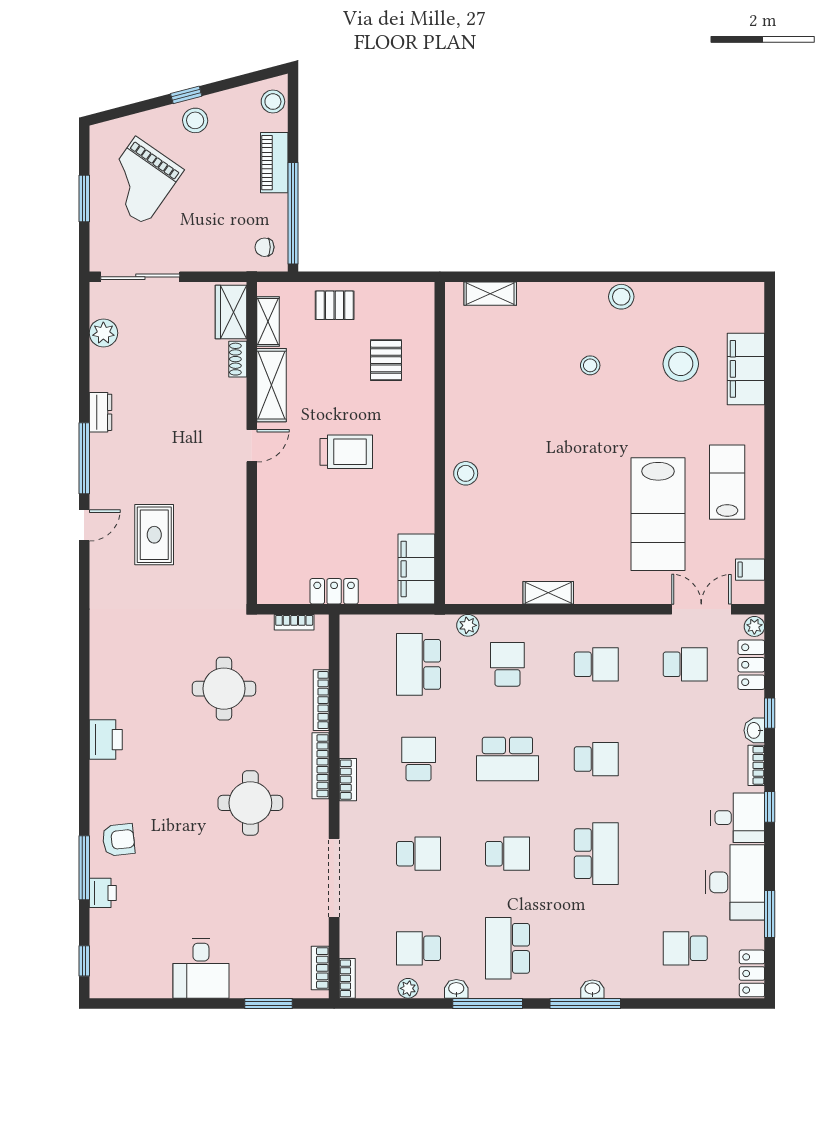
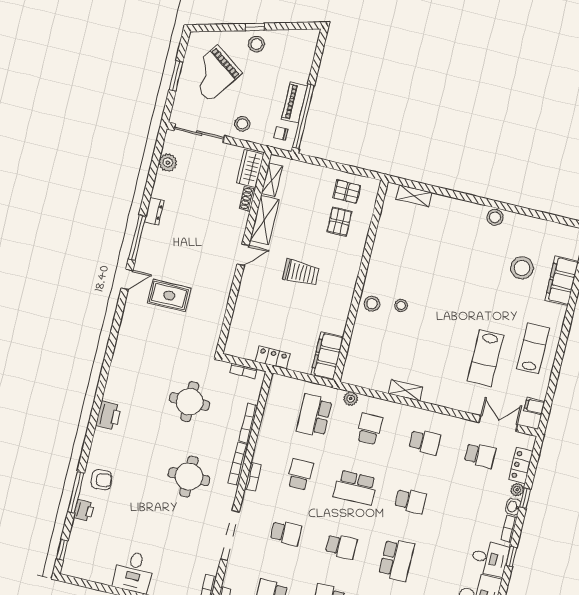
stool: (273, 102) -> (242, 124), moved
piano: (274, 163) -> (294, 102), moved
pallet: (335, 305) -> (347, 192), moved
stool: (590, 365) -> (401, 305), moved
lab bench: (658, 514) -> (485, 358), width x0.73, depth x0.72
rug: (154, 535) -> (169, 296), turned 90
plant: (754, 626) -> (517, 490), moved

